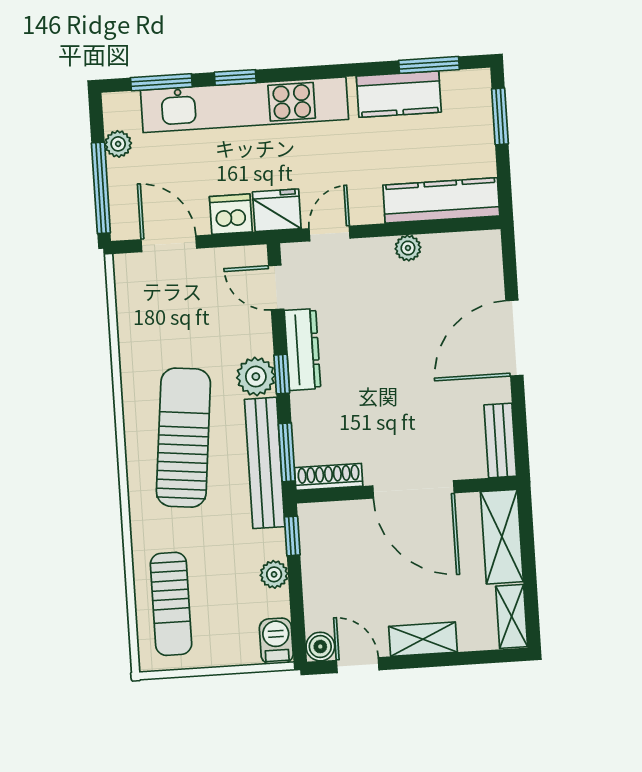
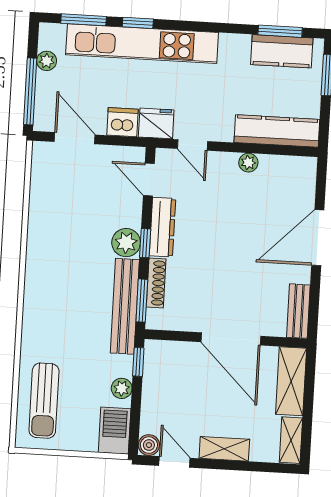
kitchen counter: (399, 94) -> (282, 51), moved
door: (330, 233) -> (193, 145), swing flipped
sun lounger: (183, 438) -> (68, 281), removed
shoe rack: (329, 477) -> (156, 283), moved, turned 90
barbecue: (276, 641) -> (115, 431), width x1.38, depth x1.27

